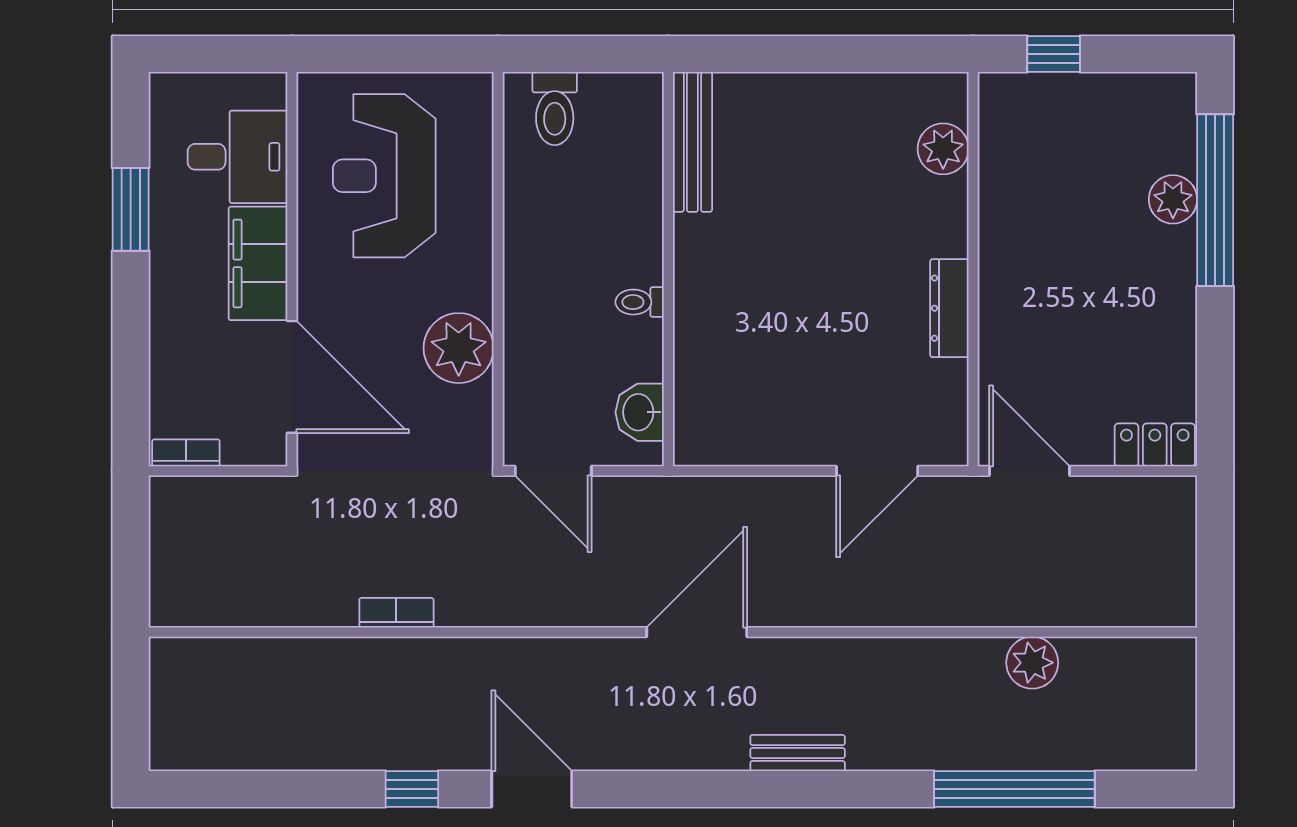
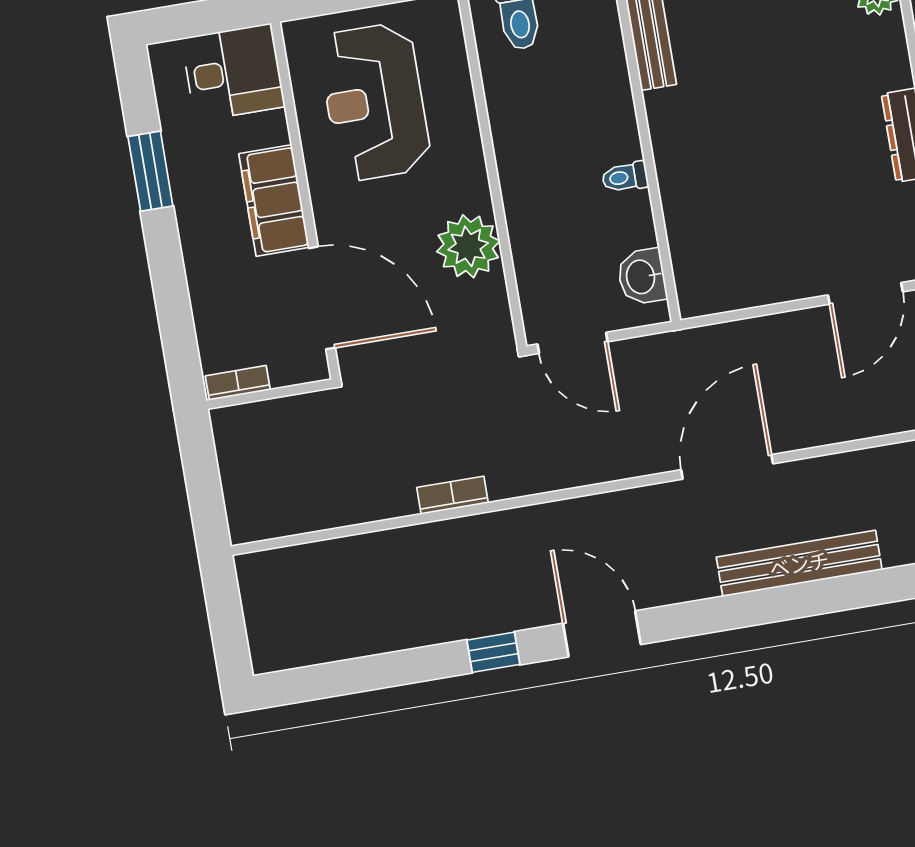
desk: (238, 157) -> (233, 72), moved
bench: (798, 753) -> (799, 563), width x1.86, depth x1.21

